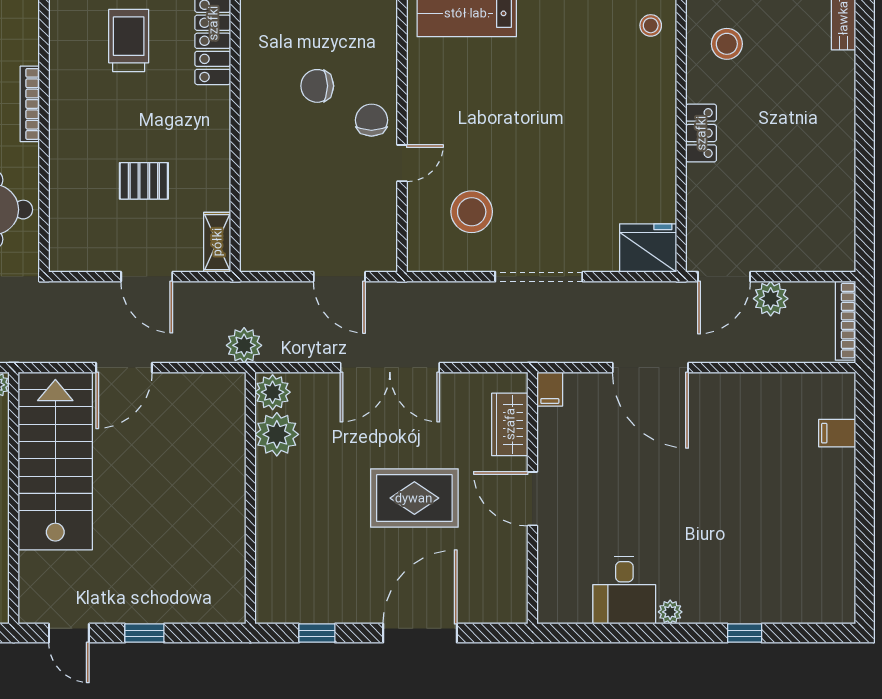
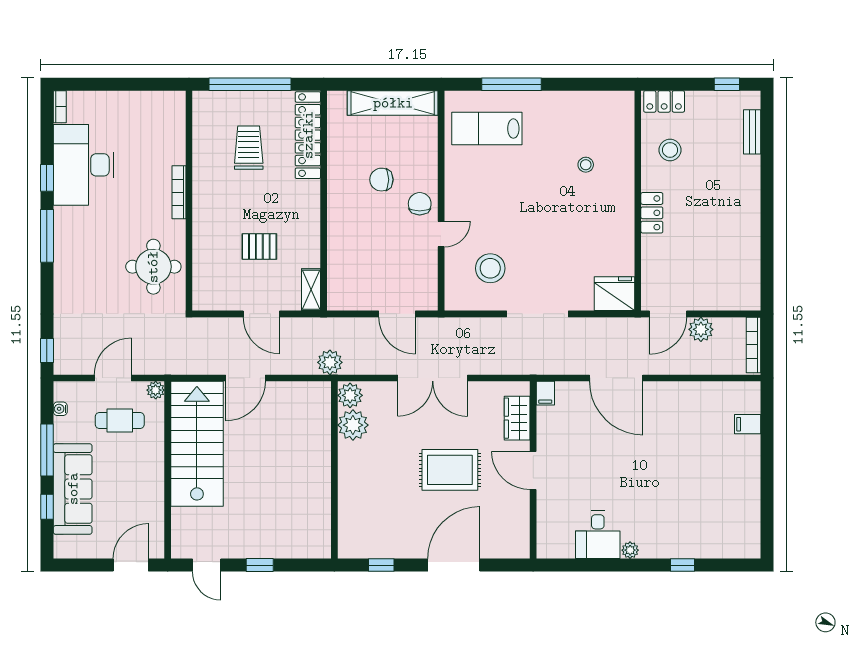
stool: (651, 25) -> (586, 165), moved

